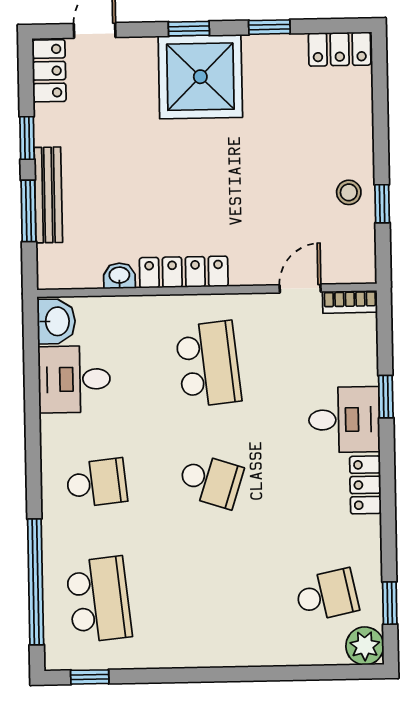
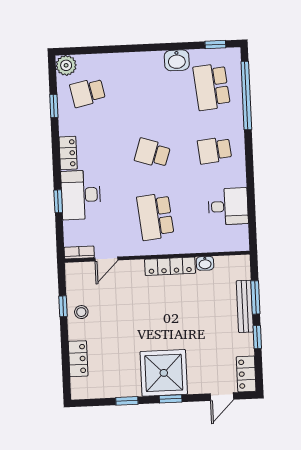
locker: (340, 49) -> (78, 359), moved, turned 90
washbasin: (56, 321) -> (177, 60), moved, turned -90
desk: (344, 420) -> (81, 195), width x1.37
window: (390, 603) -> (54, 106), moved

